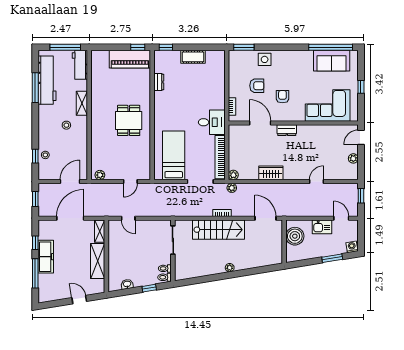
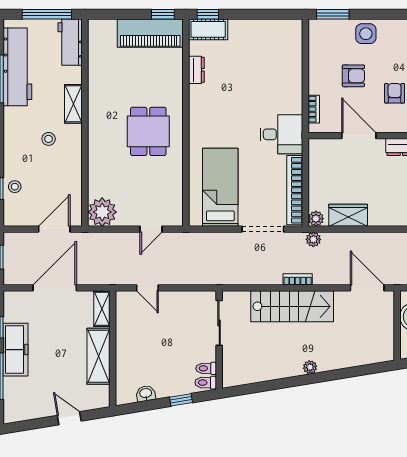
cot: (193, 57) -> (208, 29), moved
wardrobe: (271, 173) -> (348, 215), moved
plant: (100, 175) -> (102, 212), width x1.87, depth x1.87

